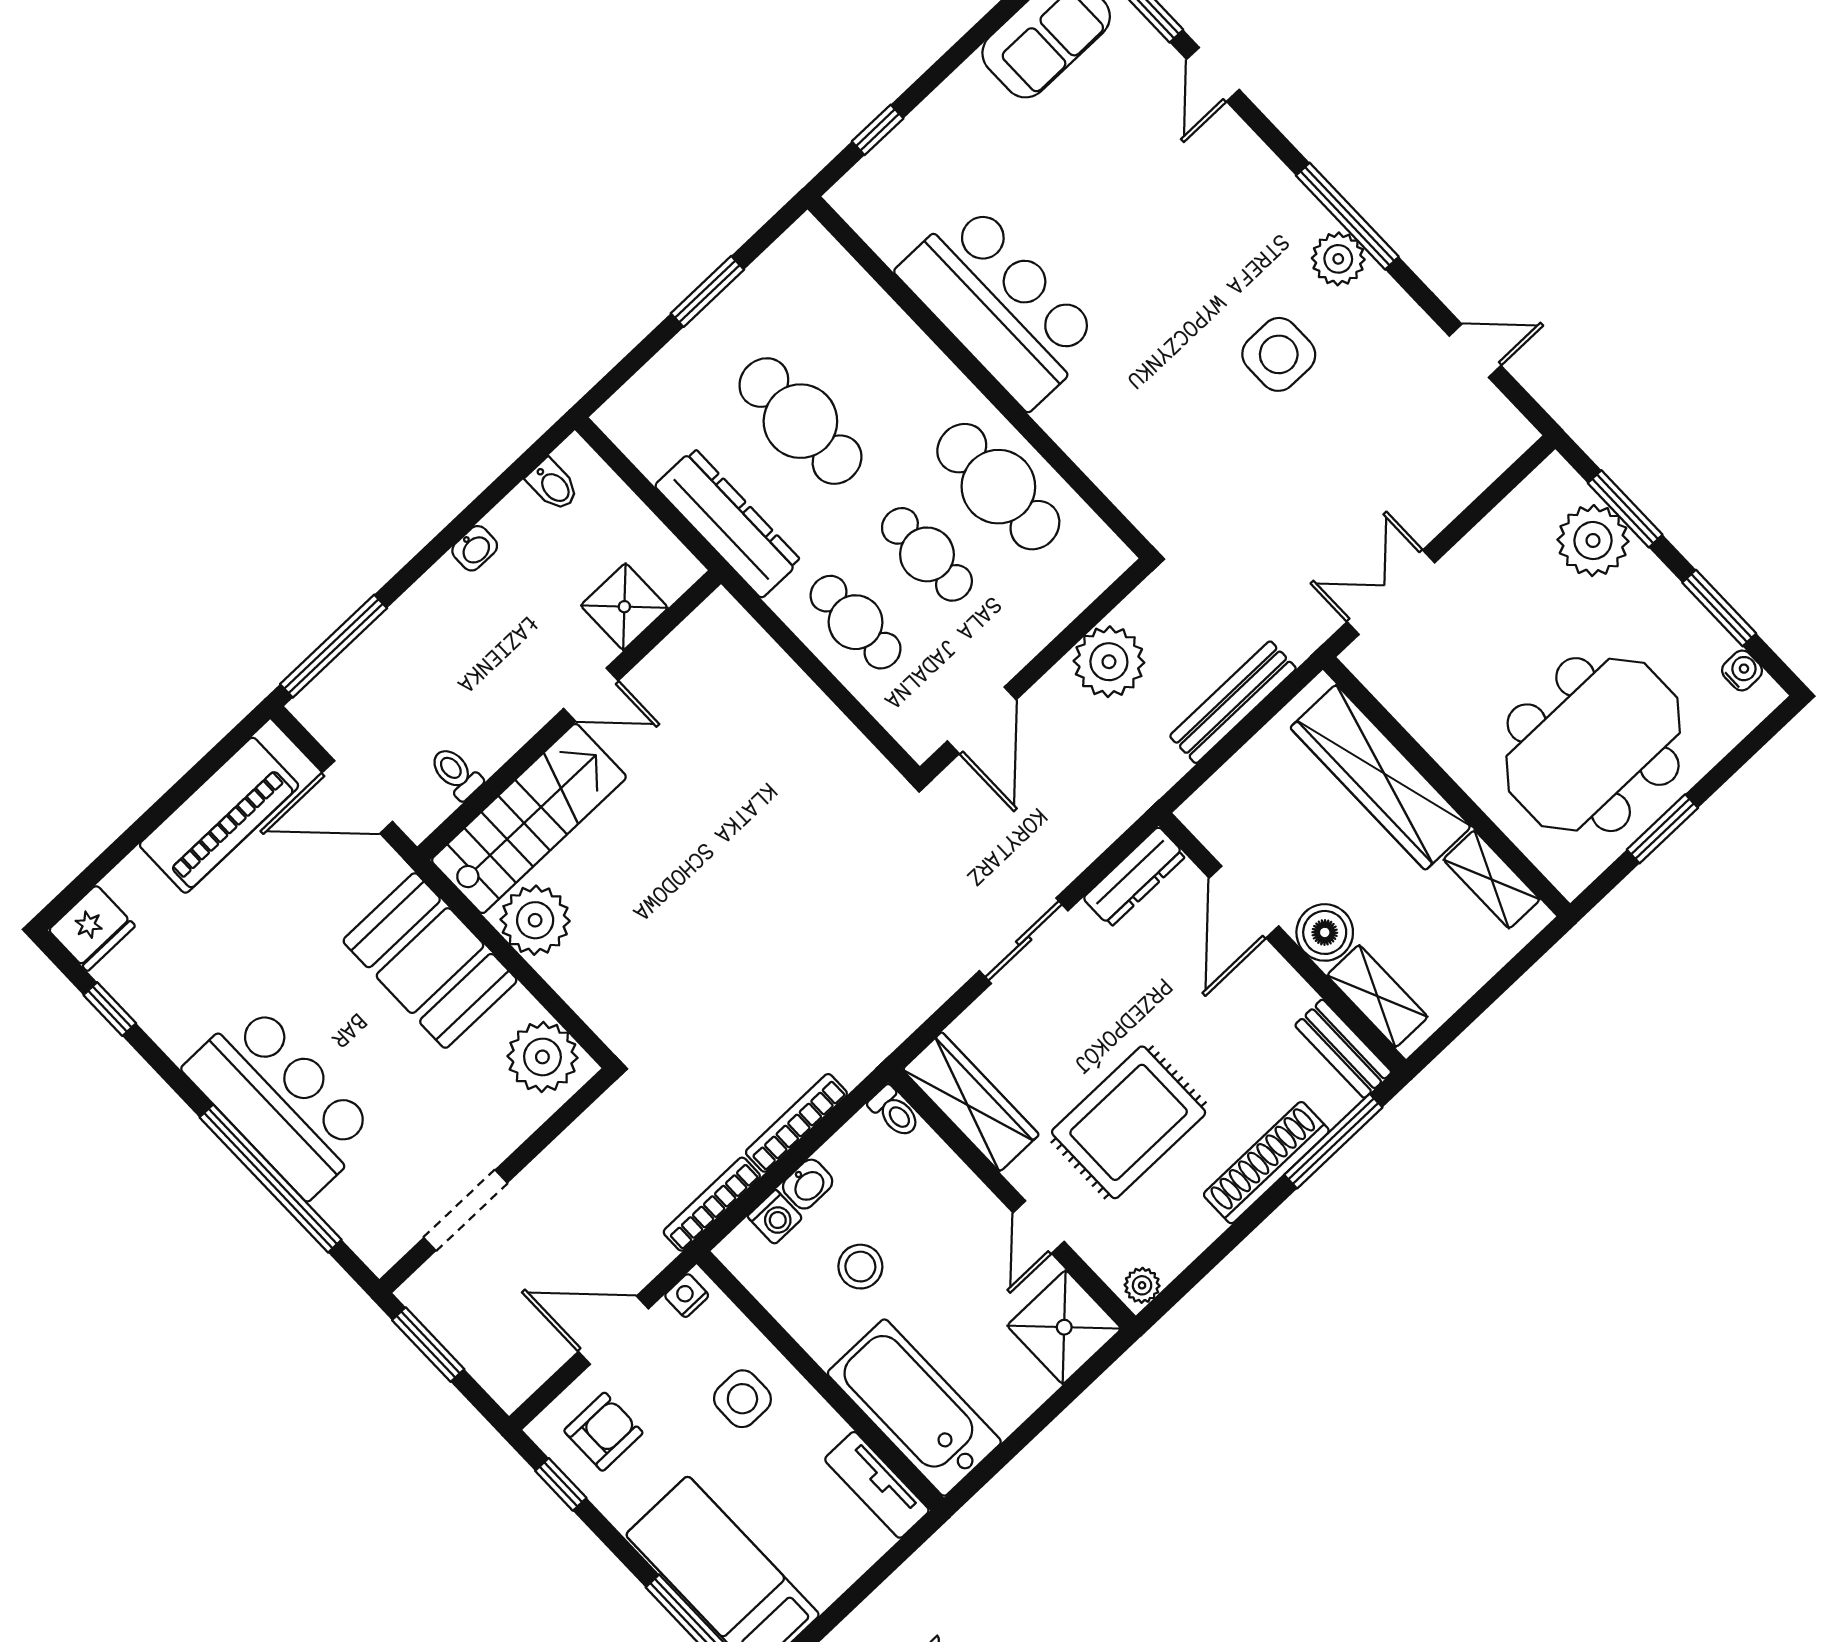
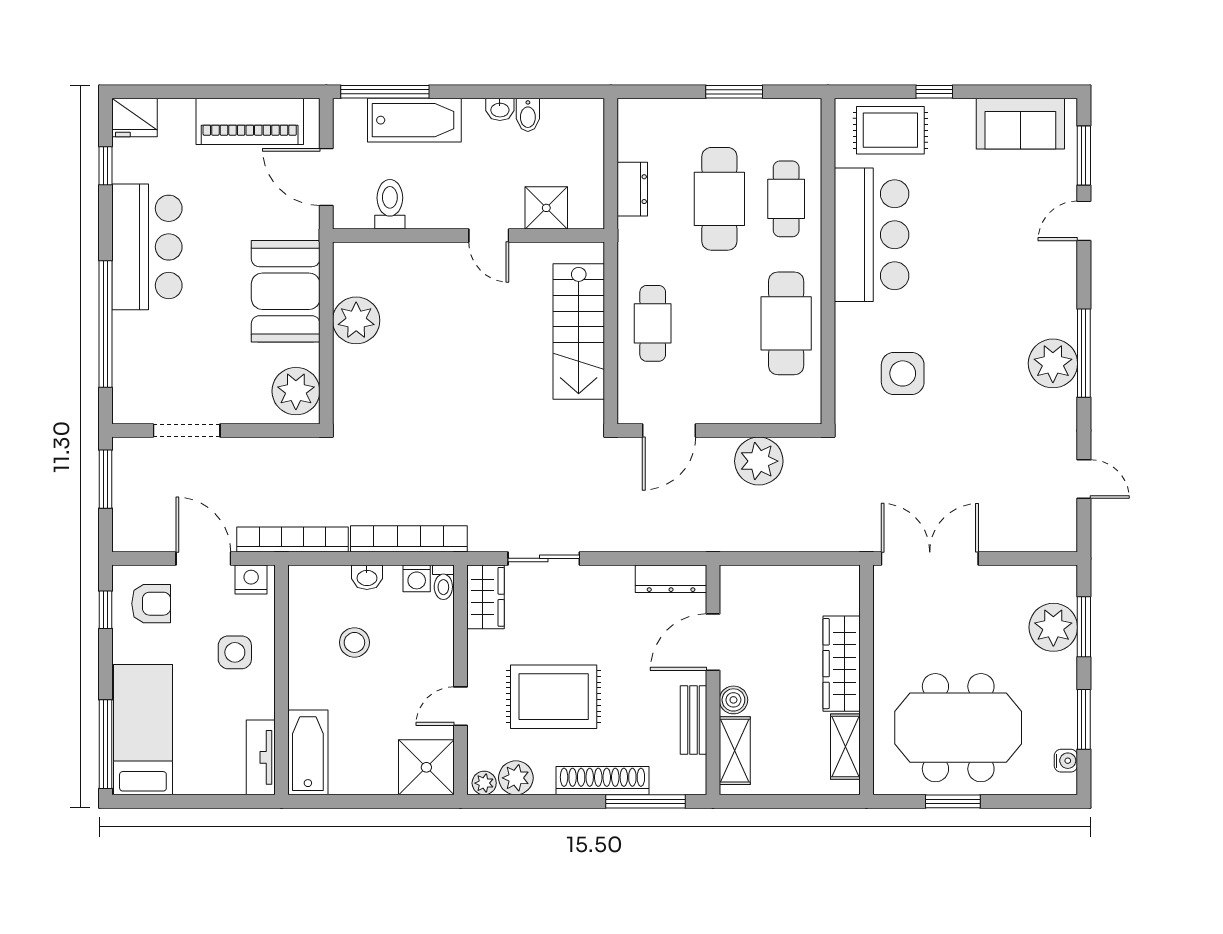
window: (878, 130) -> (934, 92), moved
rug: (914, 174) -> (890, 130), added
plant: (1338, 259) -> (1053, 363), width x1.36, depth x1.36
side table: (1279, 354) -> (903, 373), moved
bidet: (553, 485) -> (528, 115), moved
dresser: (728, 523) -> (632, 189), width x0.51, depth x0.80
cafe table: (927, 554) -> (786, 199), moved
double door: (1391, 592) -> (930, 558), width x1.37
bathtub: (394, 647) -> (414, 120), added
bench: (1233, 702) -> (801, 539), removed
toilet: (456, 773) -> (390, 204), width x1.37, depth x1.39
wardrobe: (1381, 777) -> (842, 664), width x0.71, depth x0.85
stairs: (529, 819) -> (579, 331), moved, turned 90
boiler: (1325, 932) -> (733, 700), width x0.73, depth x0.73
sliding door: (1024, 941) -> (544, 558), moved
bench: (1343, 1049) -> (693, 720), moved
bar counter: (281, 1100) -> (147, 247), moved
wardrobe: (971, 1102) -> (485, 597), width x0.67
bookcase: (796, 1123) -> (409, 539), width x1.48, depth x1.31
bookcase: (712, 1204) -> (293, 539), width x1.48, depth x1.31
washing machine: (775, 1217) -> (417, 578), moved
plant: (1171, 1248) -> (516, 778), added
nightstand: (687, 1296) -> (251, 579), width x1.39, depth x1.35
bathtub: (914, 1408) -> (308, 752), width x0.73, depth x0.73

